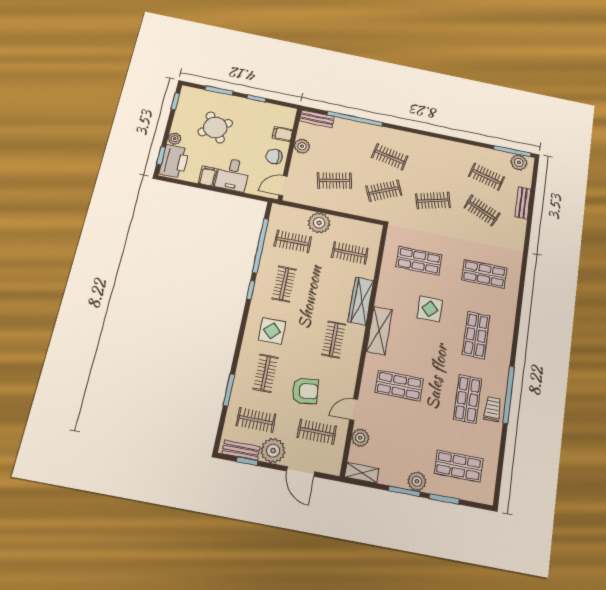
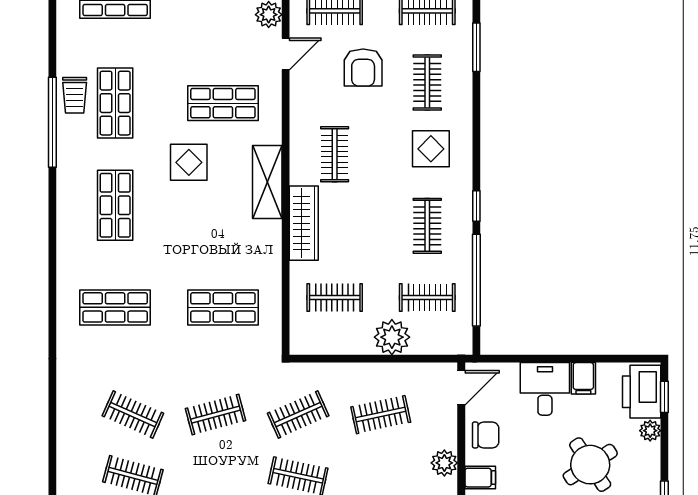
bench: (523, 203) -> (67, 443), removed
display table: (430, 309) -> (189, 162), moved
armchair: (305, 391) -> (363, 67), turned -83

